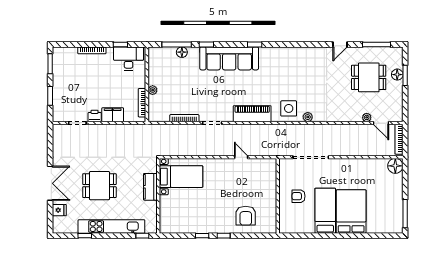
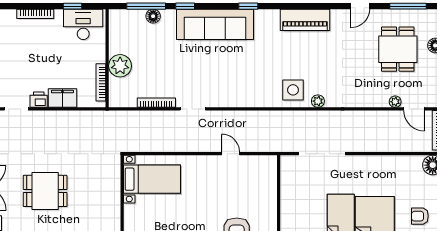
dining table: (369, 77) -> (398, 49), turned 90
plant: (153, 90) -> (120, 66), width x1.87, depth x1.87
piano: (252, 114) -> (305, 20), moved, turned 180
kitchen counter: (150, 187) -> (112, 192), removed
armchair: (299, 196) -> (420, 216), moved

